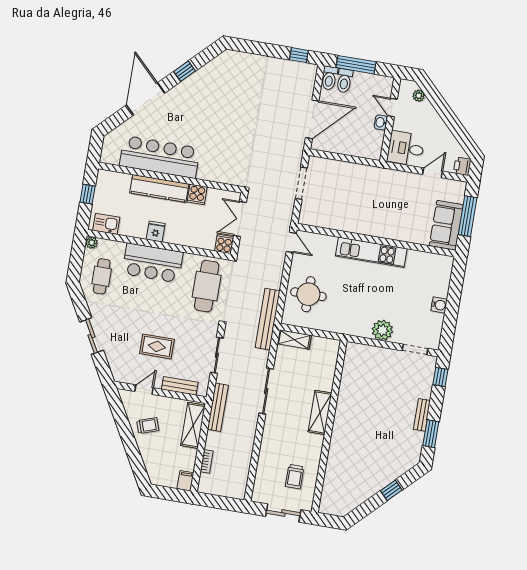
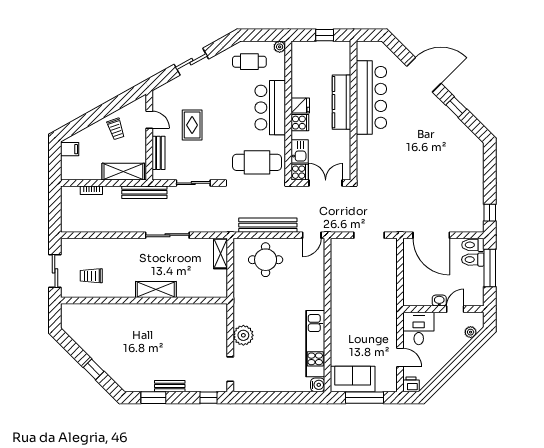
cooker: (197, 194) -> (300, 123), moved, turned 180
kitchen sink: (106, 224) -> (300, 151), moved
kitchen unit: (371, 252) -> (315, 344), moved
water cooler: (439, 305) -> (318, 385), moved, turned -90
bench: (268, 319) -> (268, 225), moved
filing cabinet: (185, 481) -> (70, 149), moved

